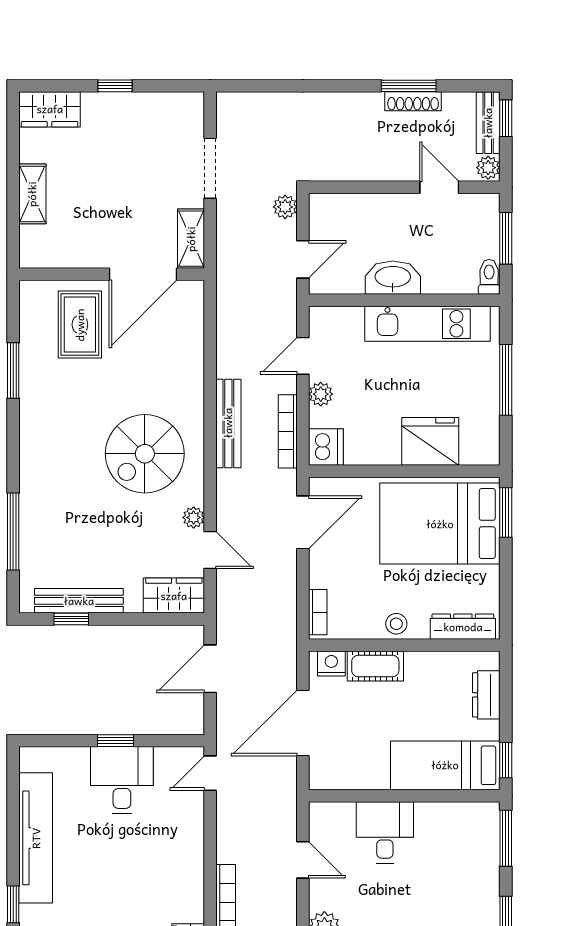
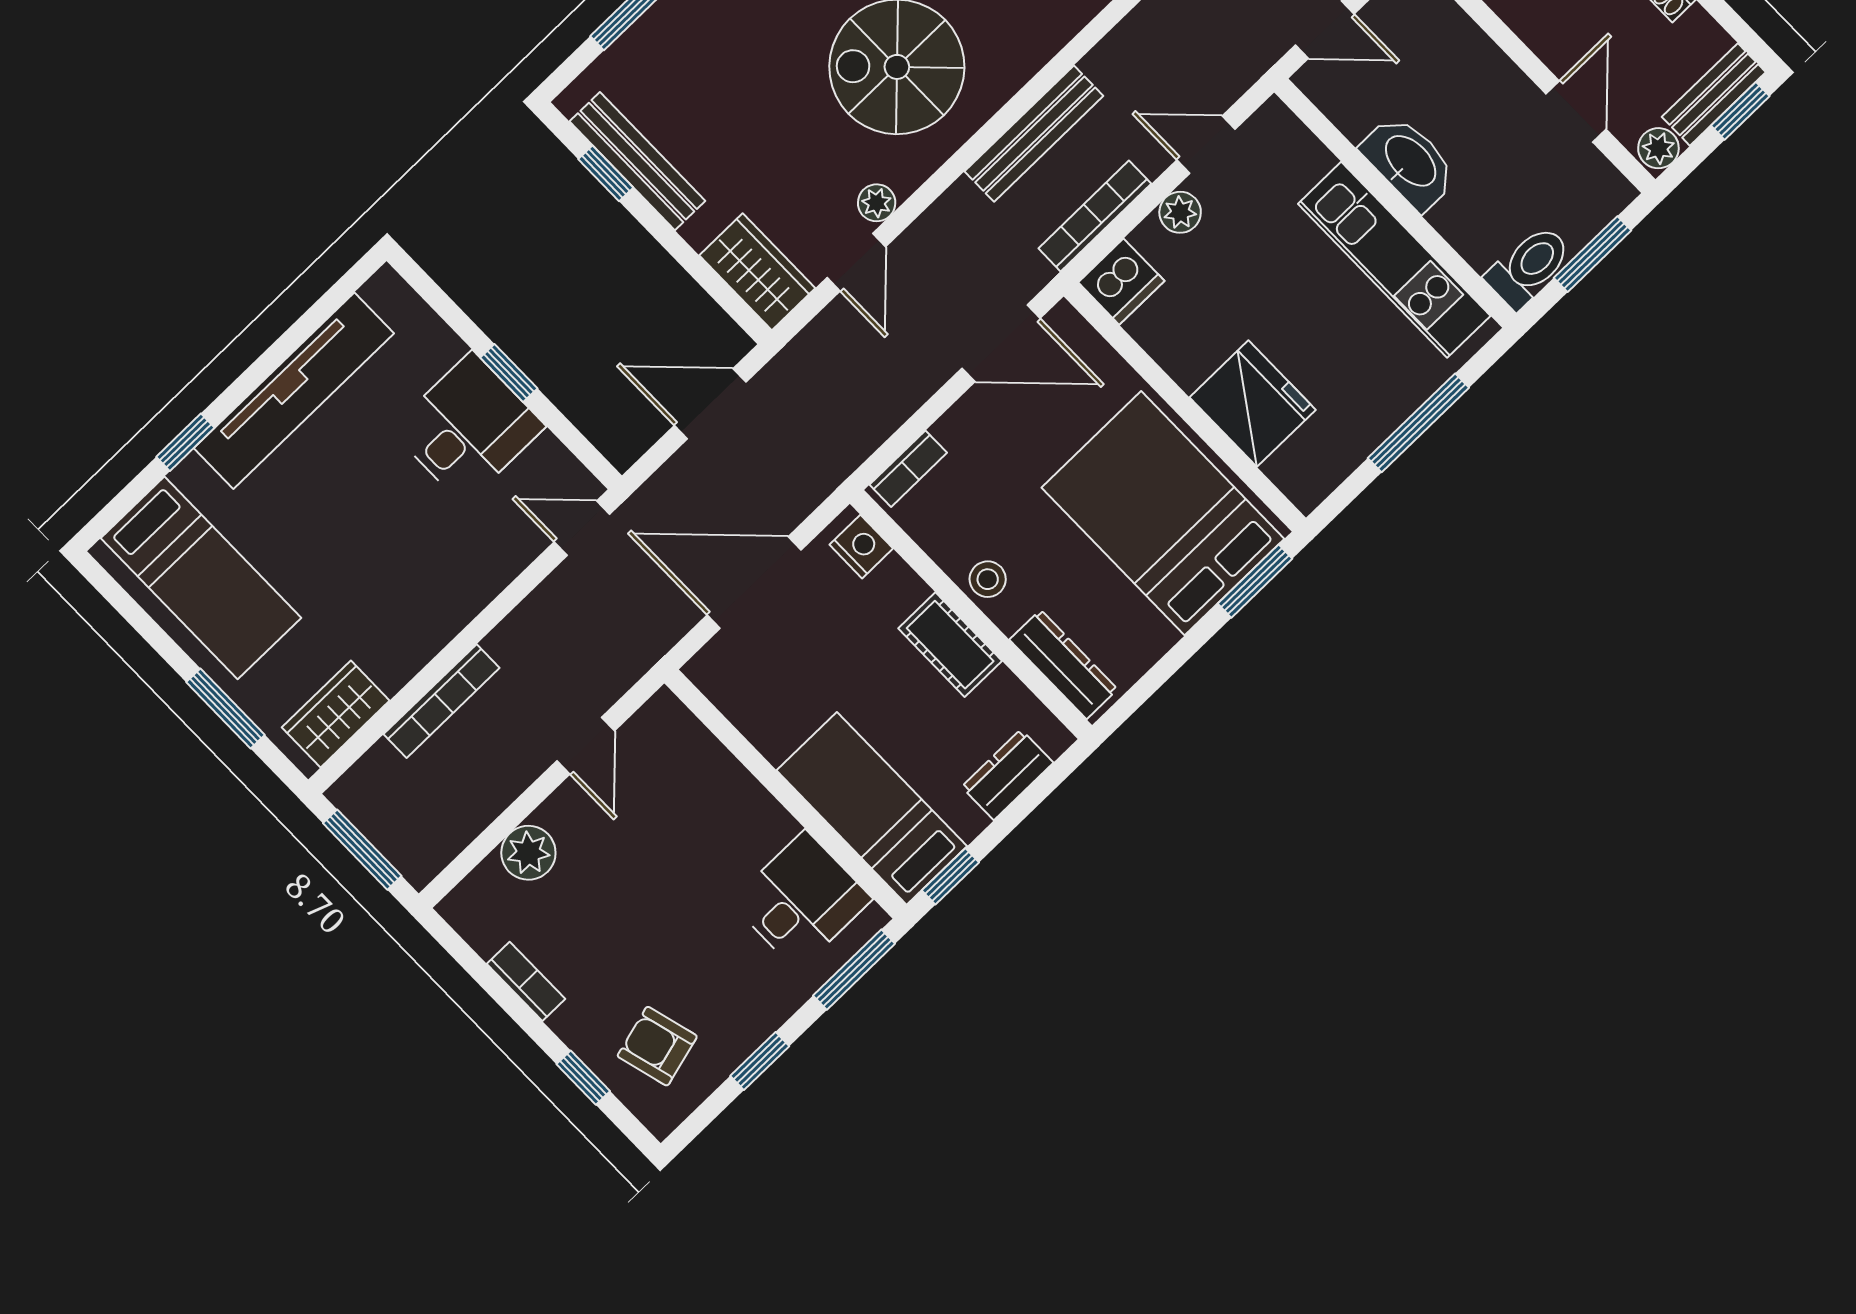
toilet: (489, 277) -> (1529, 267), width x1.37, depth x1.39
cot: (375, 666) -> (950, 645), moved
desk: (385, 832) -> (801, 901), moved

